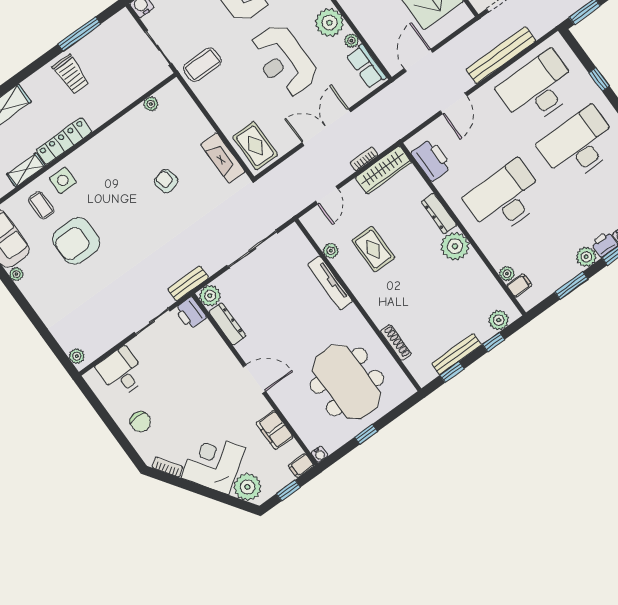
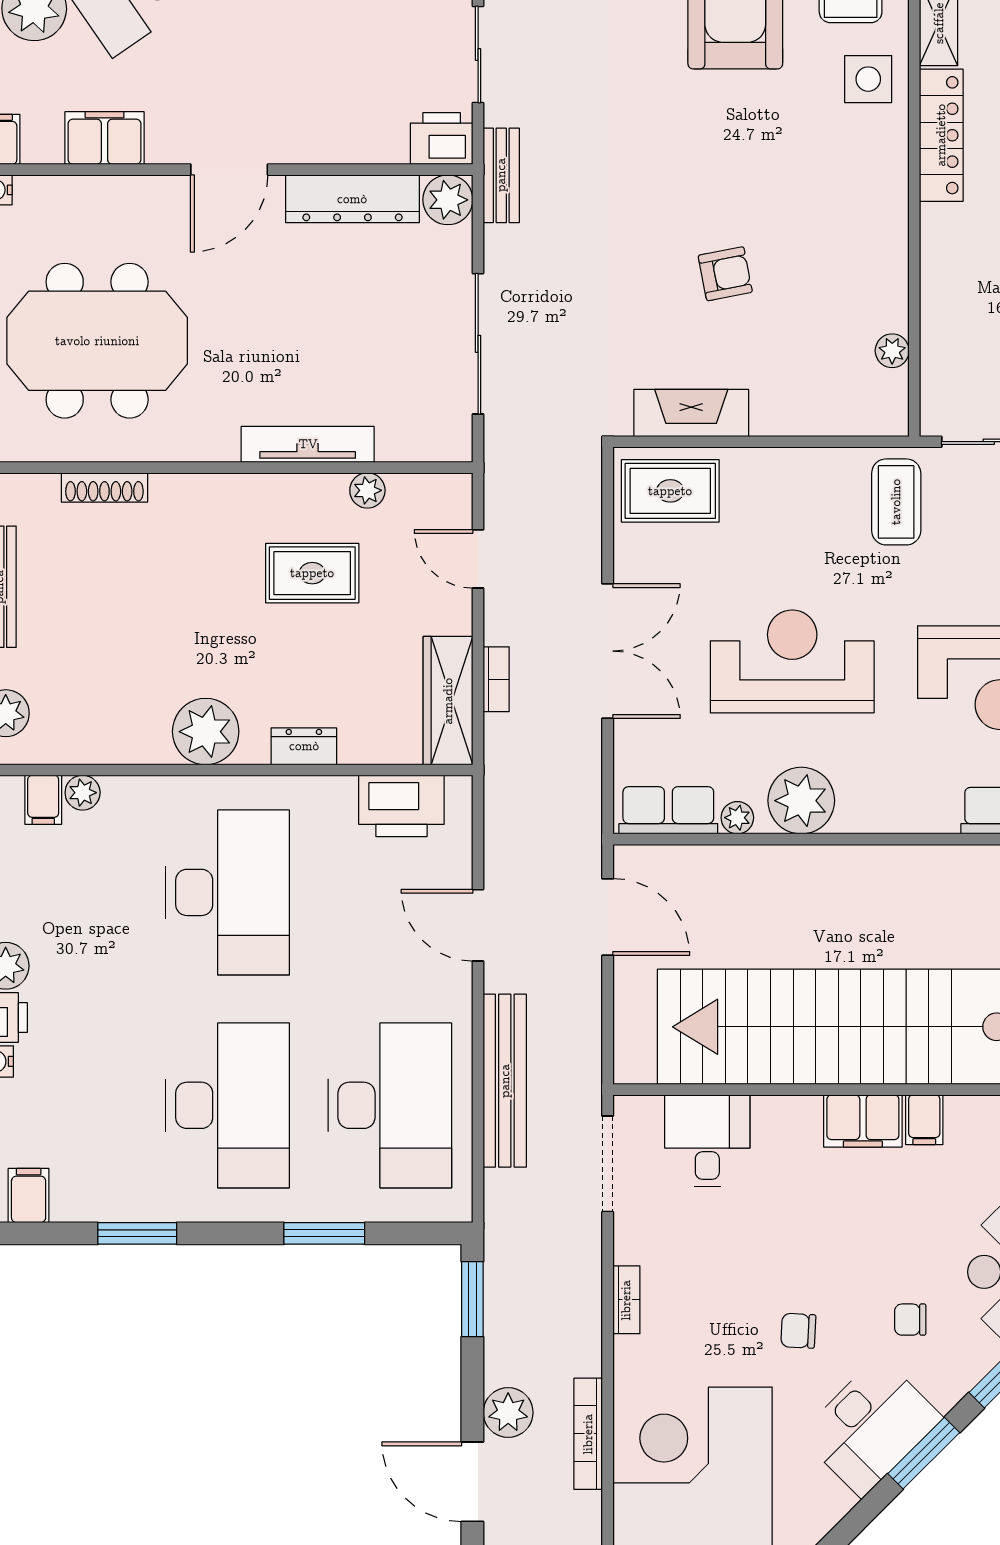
window: (599, 79) -> (324, 1233), width x1.50
dresser: (439, 214) -> (304, 746), width x0.70
dresser: (227, 324) -> (352, 199), width x1.37, depth x1.24

